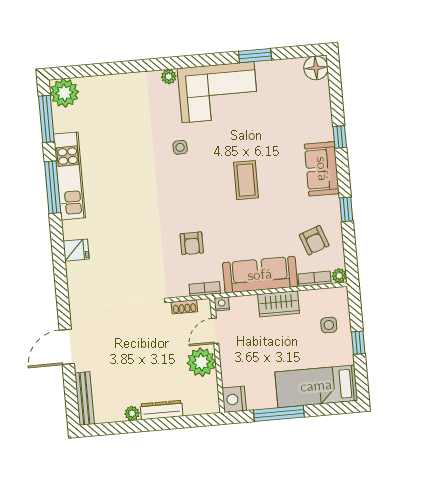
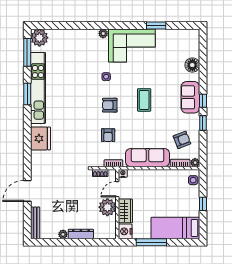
floor lamp: (316, 68) -> (192, 65), moved
window: (340, 137) -> (203, 101), moved
kitchen unit: (69, 176) -> (38, 88), width x1.36
window: (53, 187) -> (27, 94), width x0.69
armchair: (190, 194) -> (110, 105), added
armchair: (314, 240) -> (182, 140), turned -91
fridge: (76, 250) -> (40, 138), width x1.88, depth x1.34
wardrobe: (279, 304) -> (125, 211), moved, turned -90
side table: (329, 325) -> (193, 180), moved

